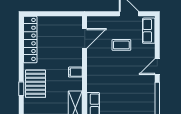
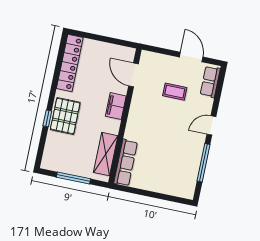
door: (85, 38) -> (133, 75), swing flipped
filing cabinet: (75, 72) -> (116, 106), width x2.00

